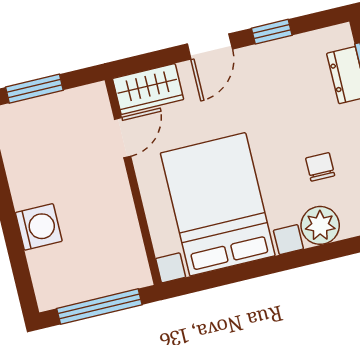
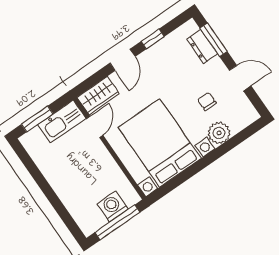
kitchen sink: (73, 108) -> (62, 121), added
washing machine: (39, 227) -> (113, 206), moved, turned -90

